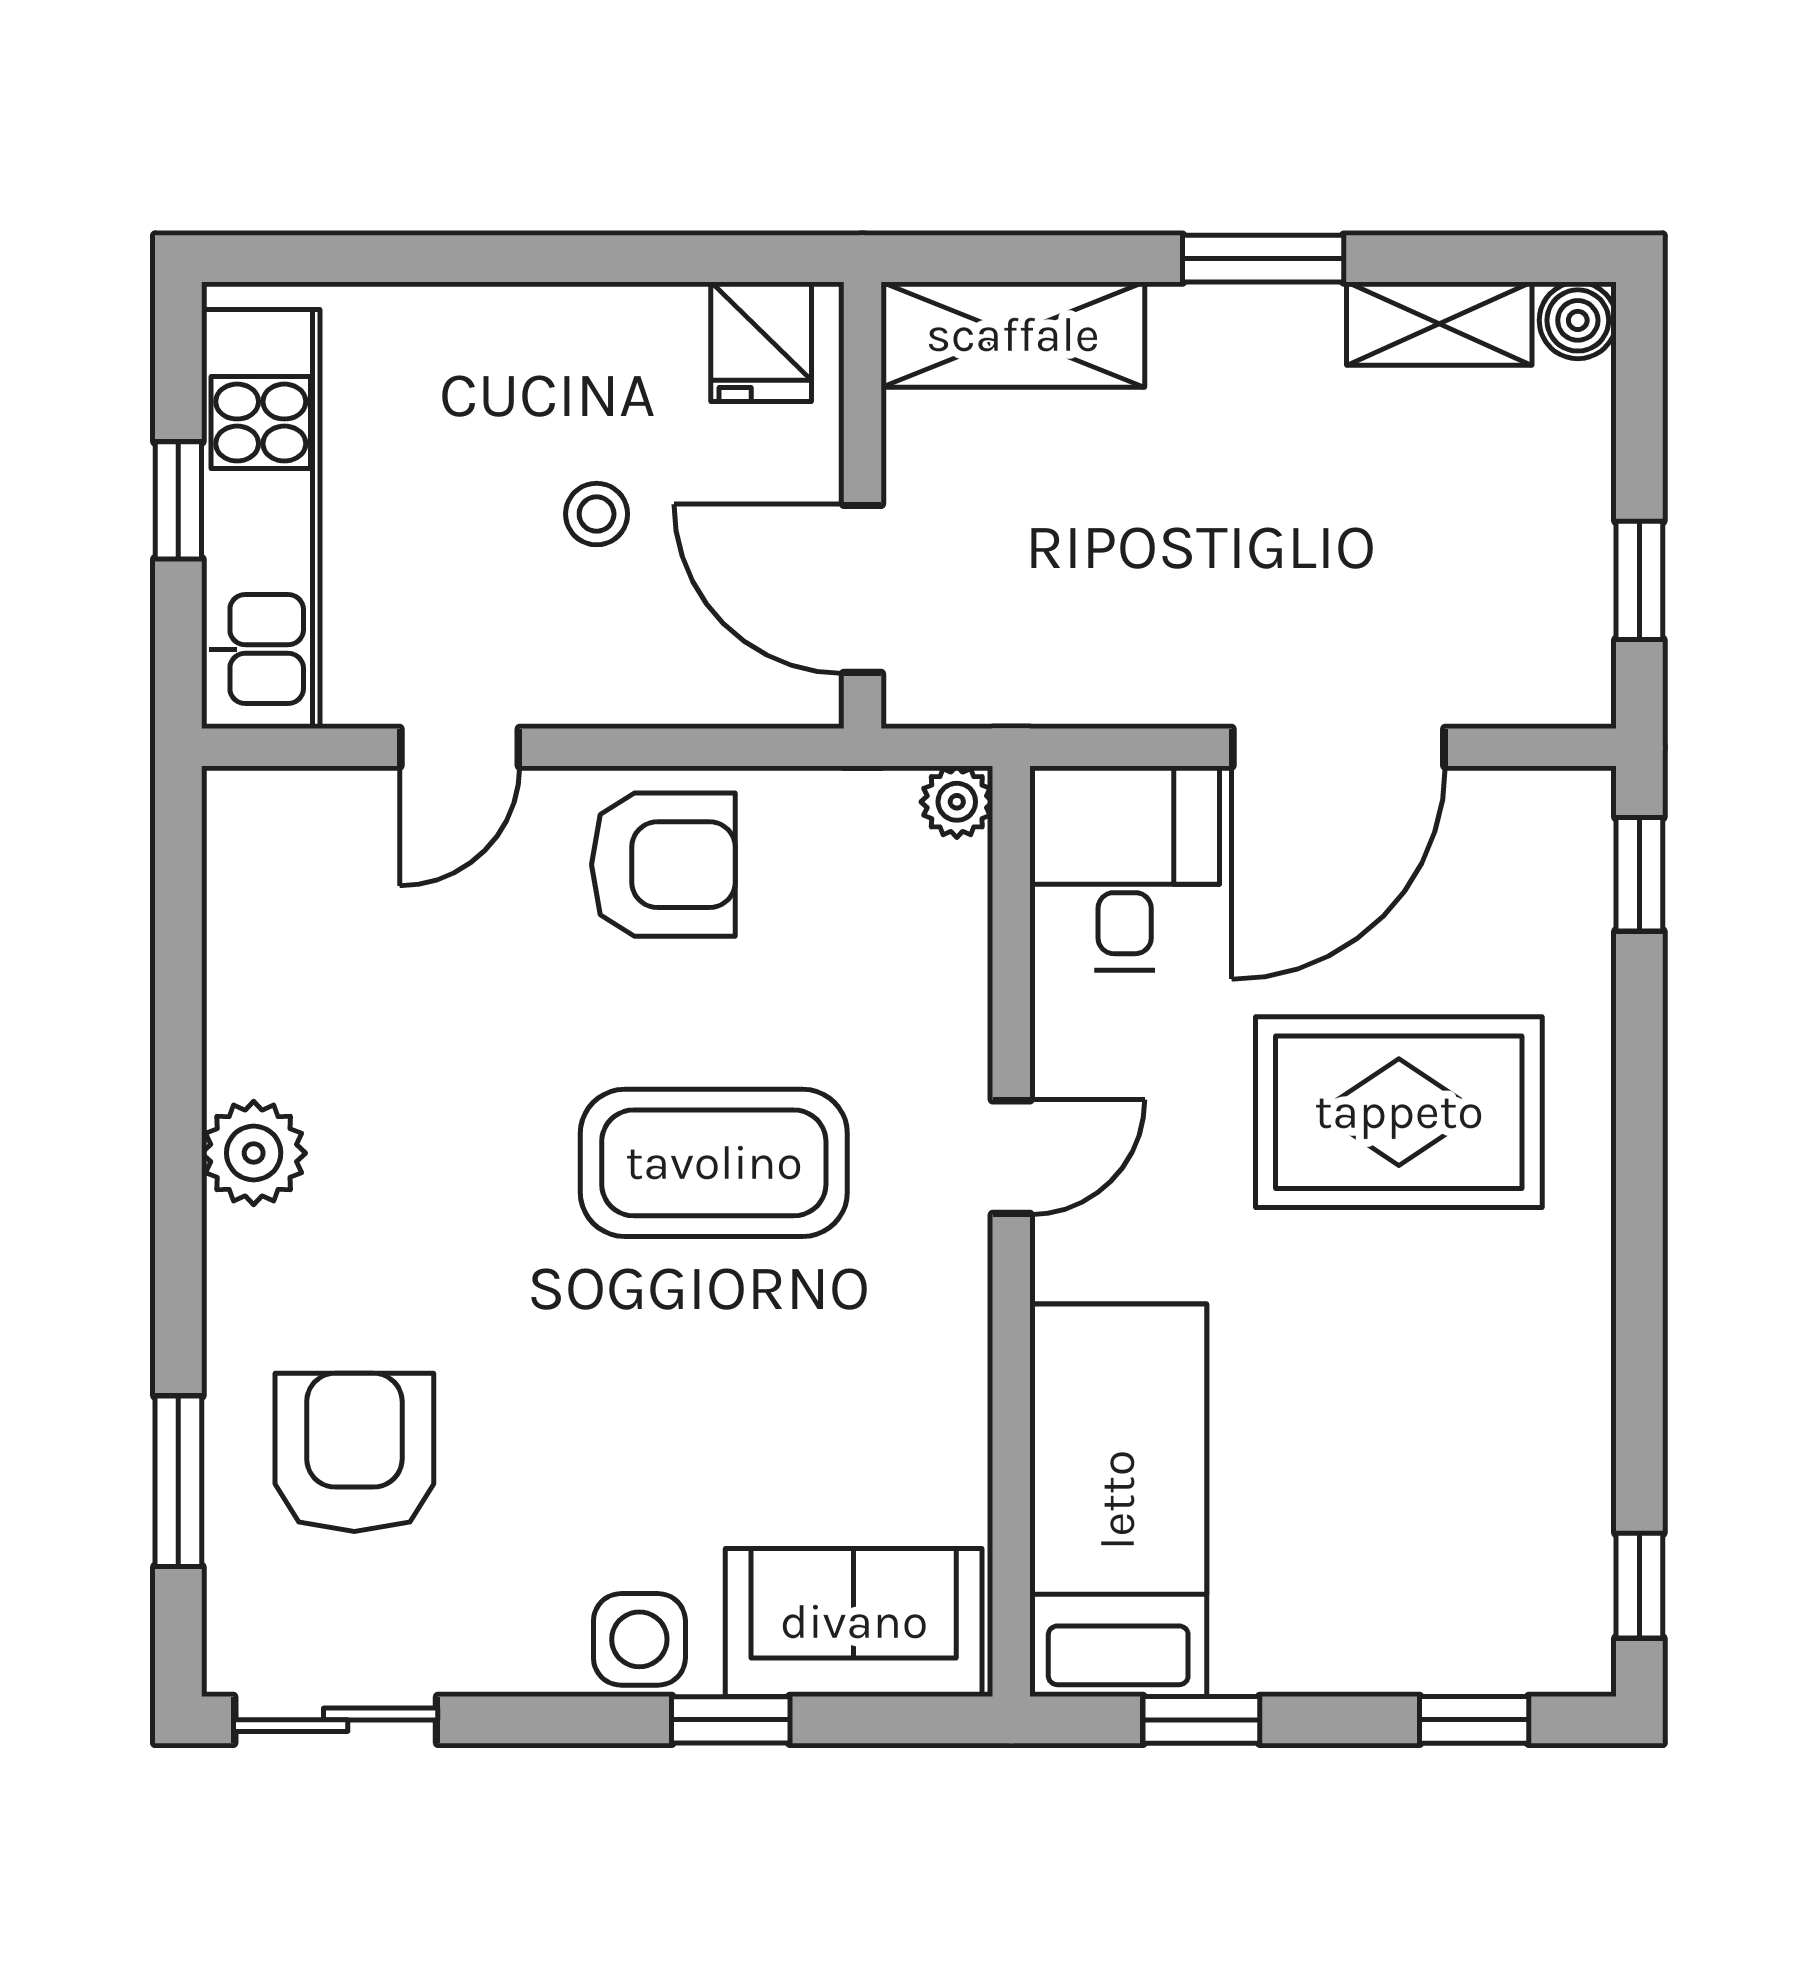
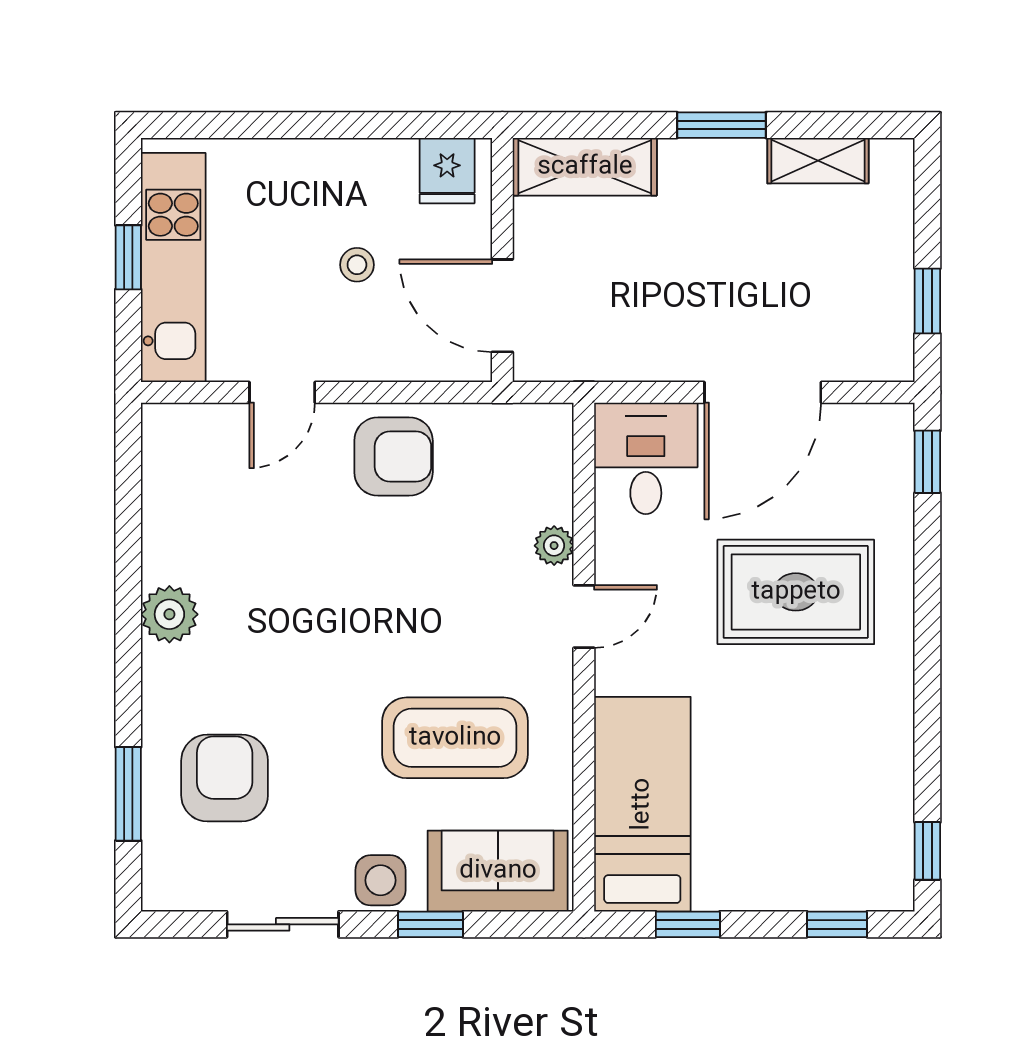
boiler: (1578, 320) -> (894, 159), removed
plant: (957, 802) -> (554, 546), moved
coffee table: (714, 1163) -> (455, 738), moved
sliding door: (336, 1720) -> (283, 924), moved

